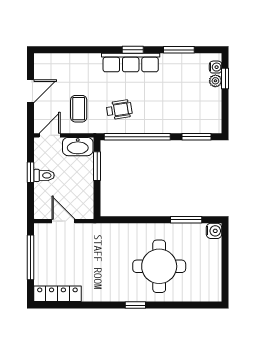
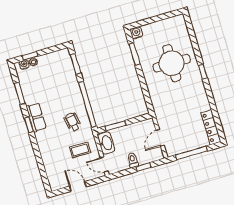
row of seats: (131, 62) -> (36, 117), width x0.68
window: (30, 172) -> (143, 167), moved

